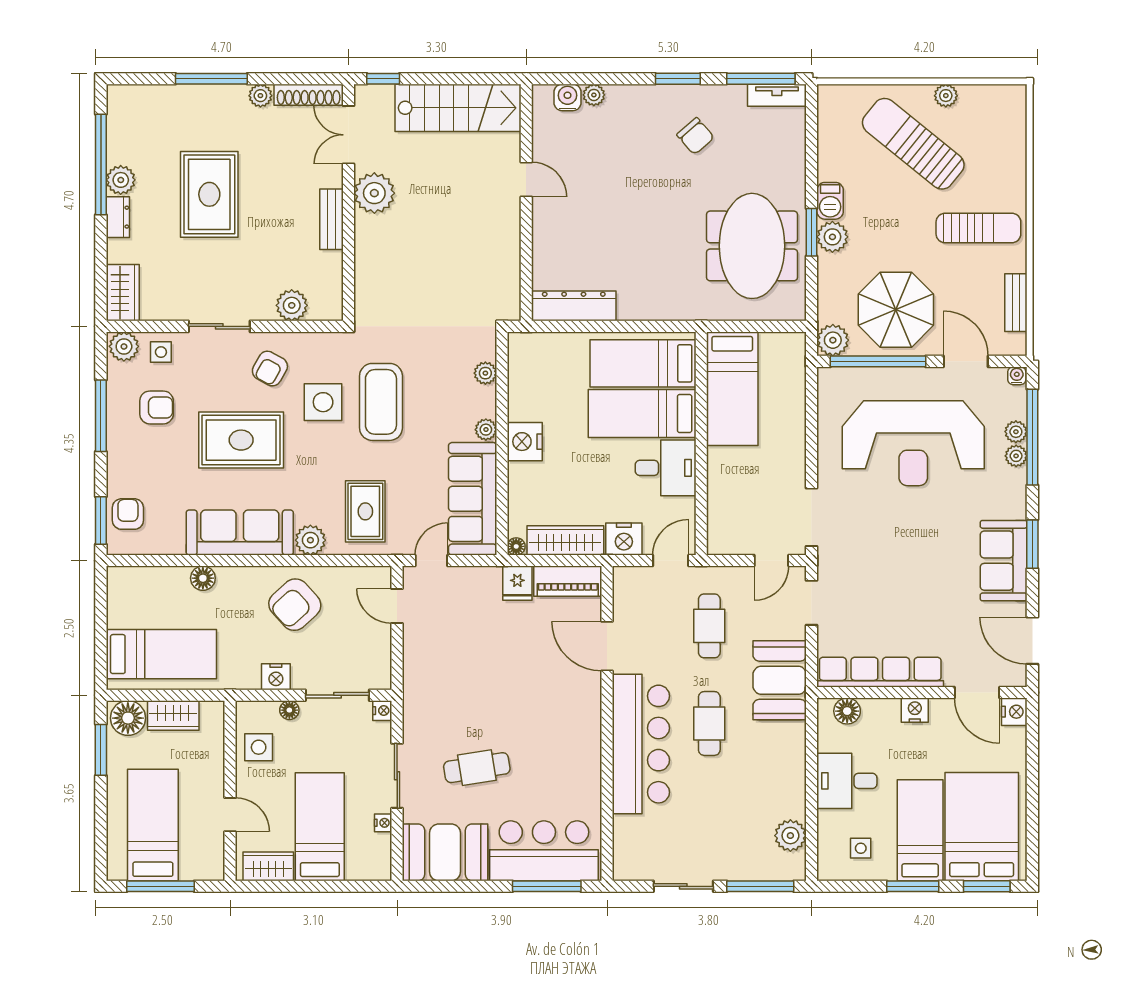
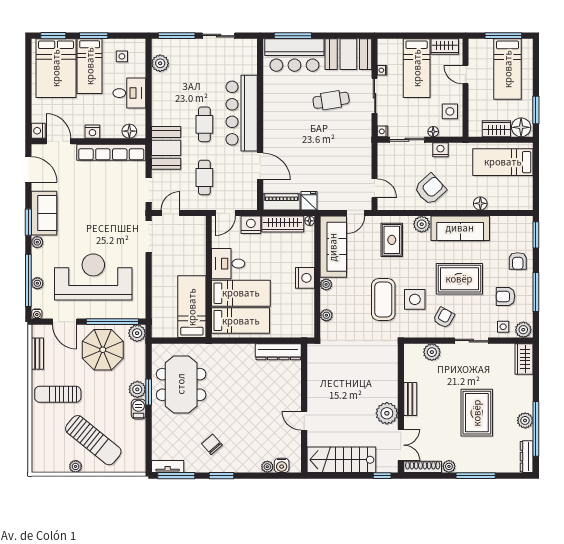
dresser: (118, 217) -> (527, 457), moved, width x1.44
plant: (1016, 456) -> (37, 242), moved
armchair: (128, 514) -> (518, 261), moved

